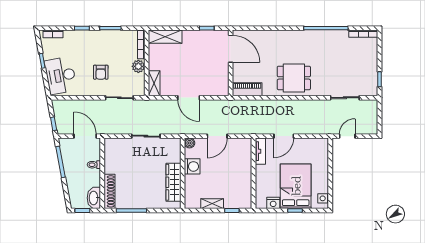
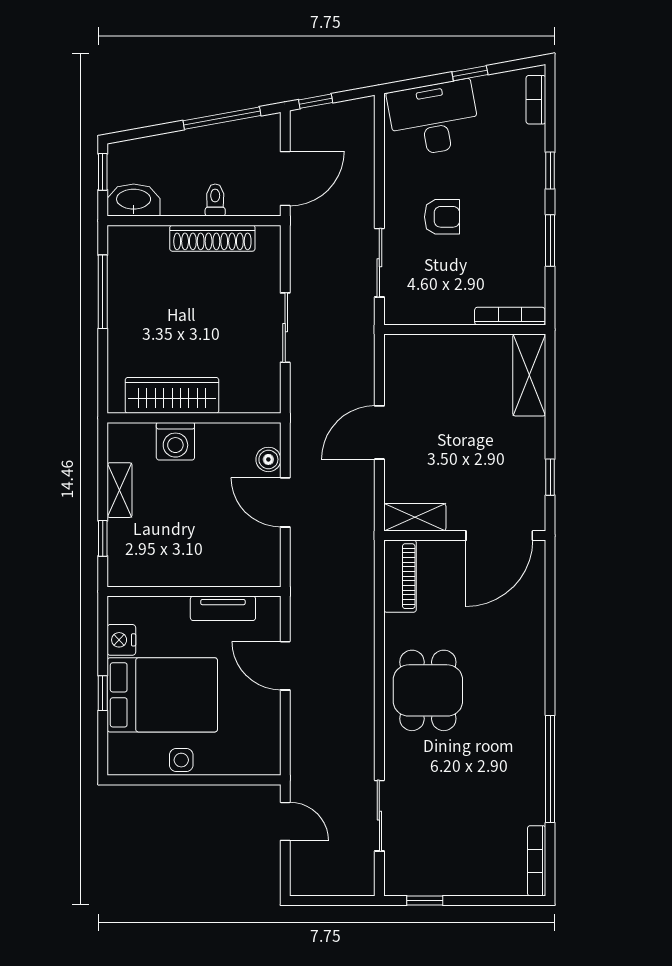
plant: (138, 66) -> (456, 309), removed
armchair: (101, 72) -> (442, 217), turned 180
shelving: (154, 83) -> (415, 517), moved
boiler: (190, 143) -> (268, 459), moved
tv unit: (260, 151) -> (223, 608), moved
washing machine: (192, 166) -> (175, 441), moved
shoe rack: (109, 191) -> (212, 238), moved
side table: (323, 198) -> (181, 760), moved

